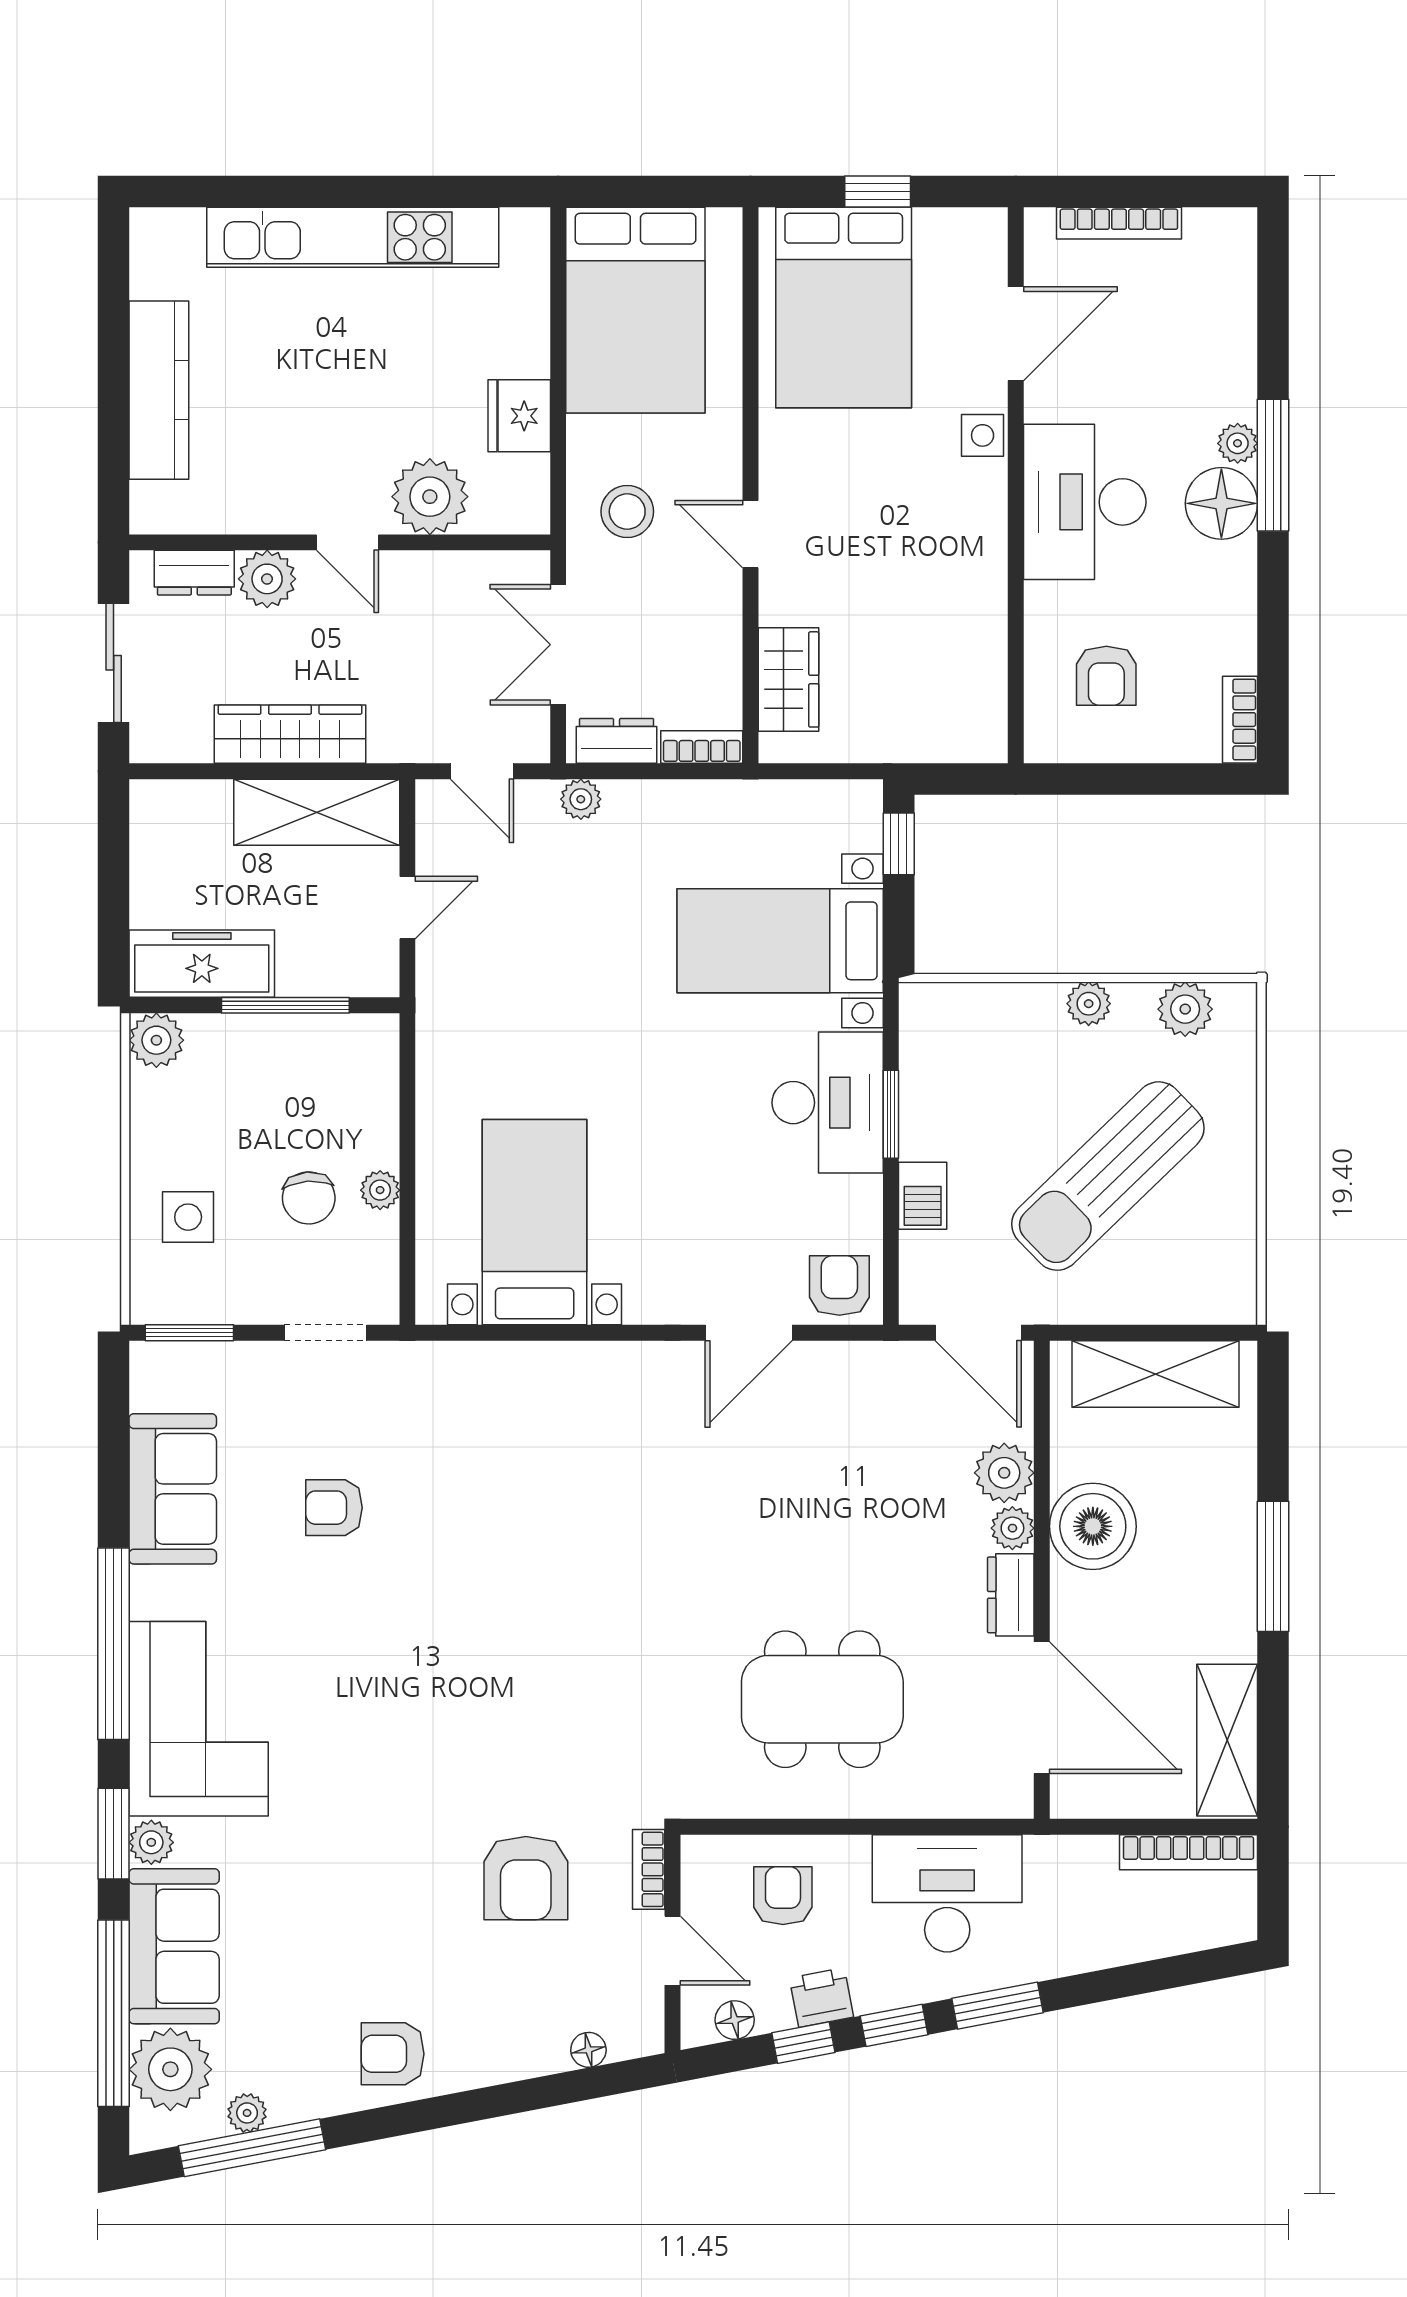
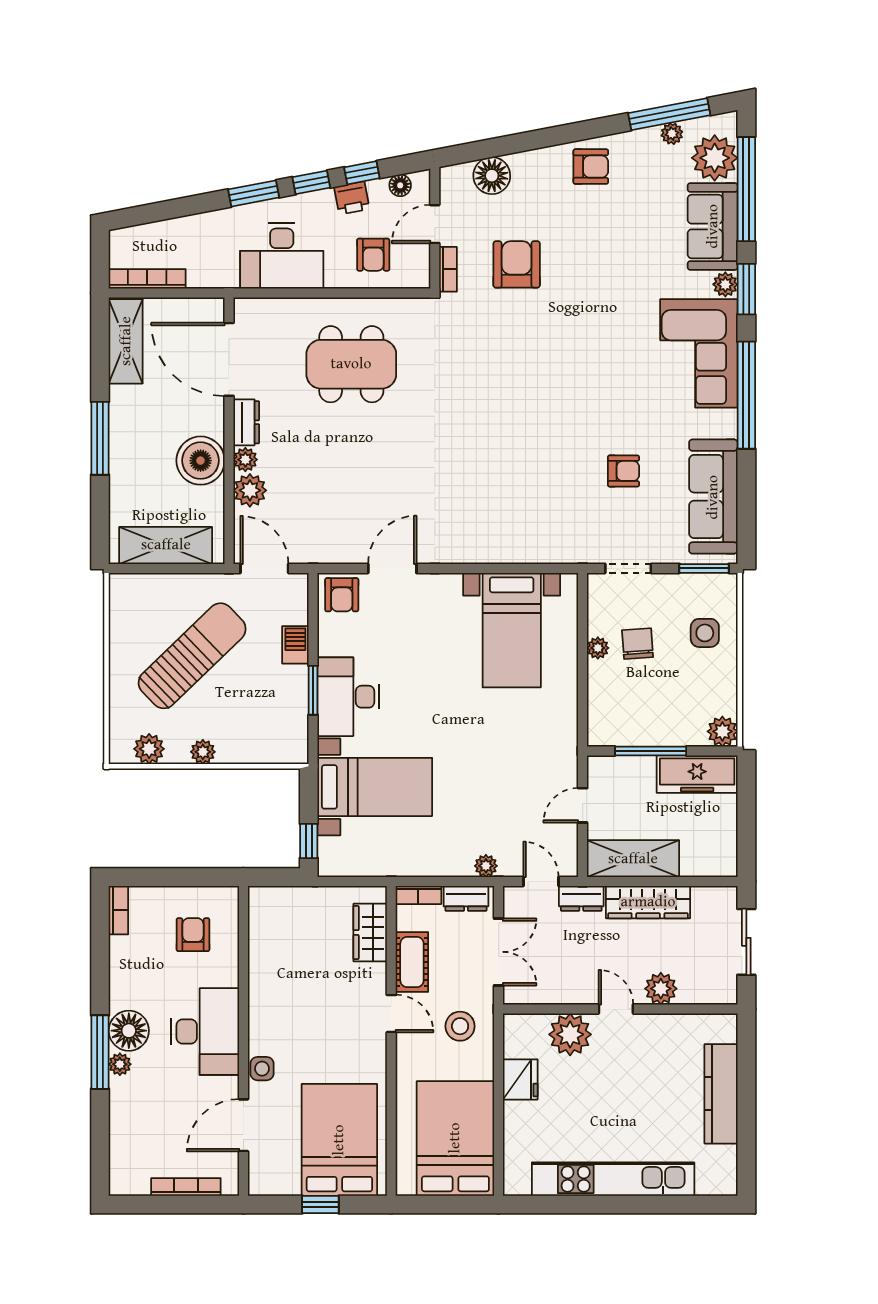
dresser: (194, 573) -> (581, 898), moved, turned 180
cot: (713, 627) -> (412, 962), added
sofa: (173, 1489) -> (713, 497), width x1.36
door: (673, 1951) -> (435, 224), hinge flipped
floor lamp: (588, 2050) -> (492, 176), width x1.89, depth x1.89

